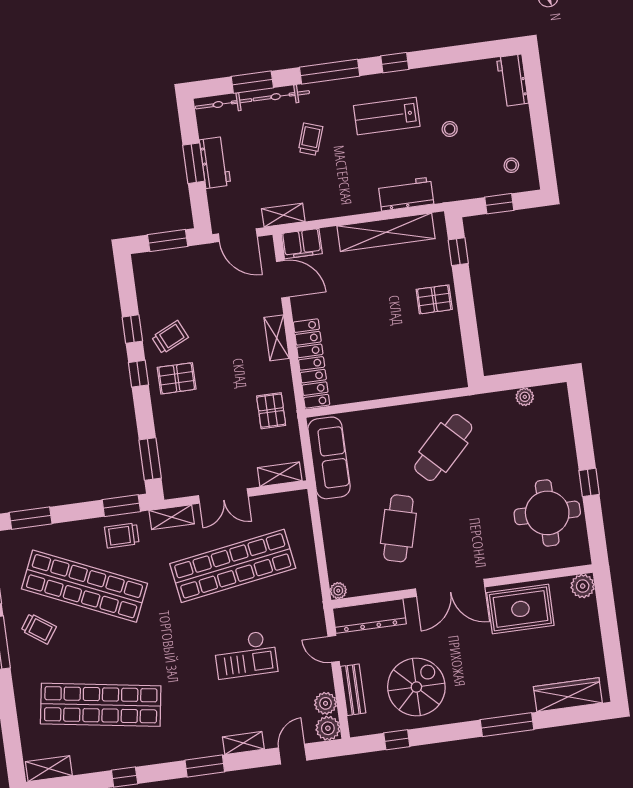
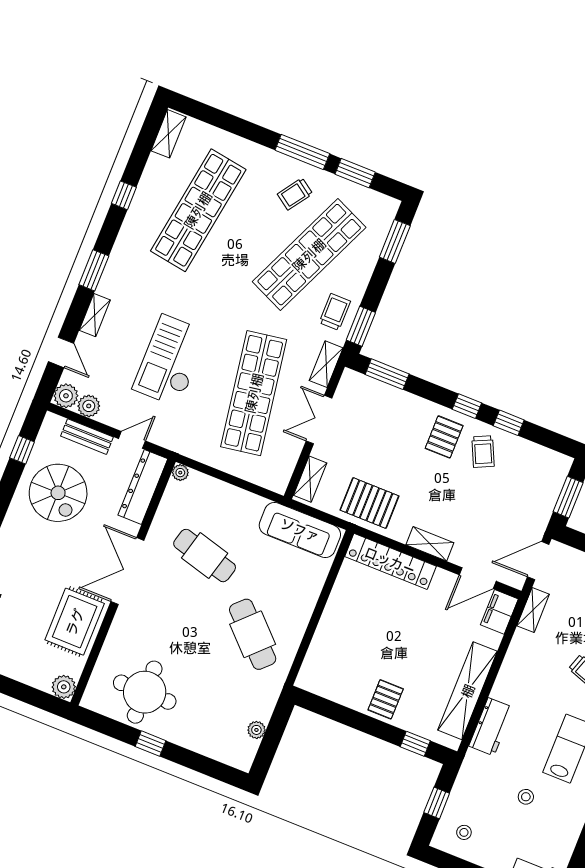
pallet: (271, 411) -> (369, 503), width x1.50, depth x1.42
checkout: (246, 655) -> (170, 361), width x1.36, depth x1.21

